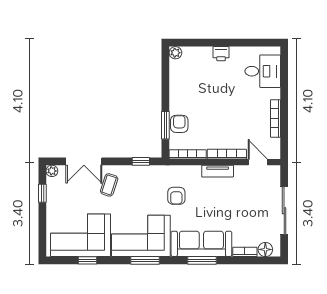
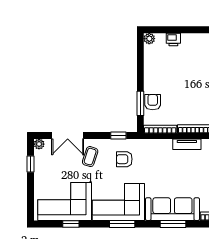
printer: (221, 54) -> (173, 39), moved
armchair: (176, 196) -> (124, 159), moved, turned 90

